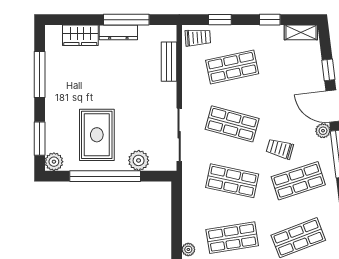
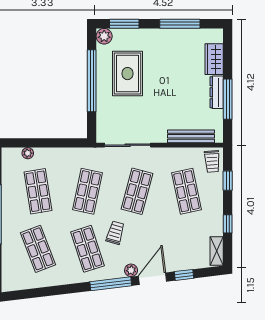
bench: (169, 62) -> (191, 136), width x1.36
rug: (97, 135) -> (127, 74), turned 90
plant: (139, 160) -> (105, 110), removed

